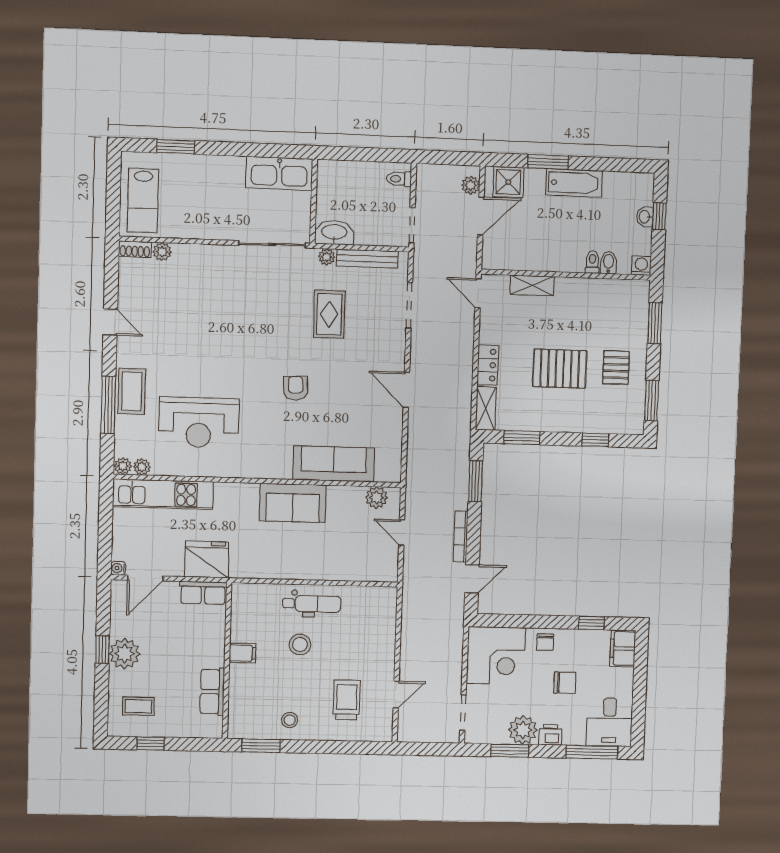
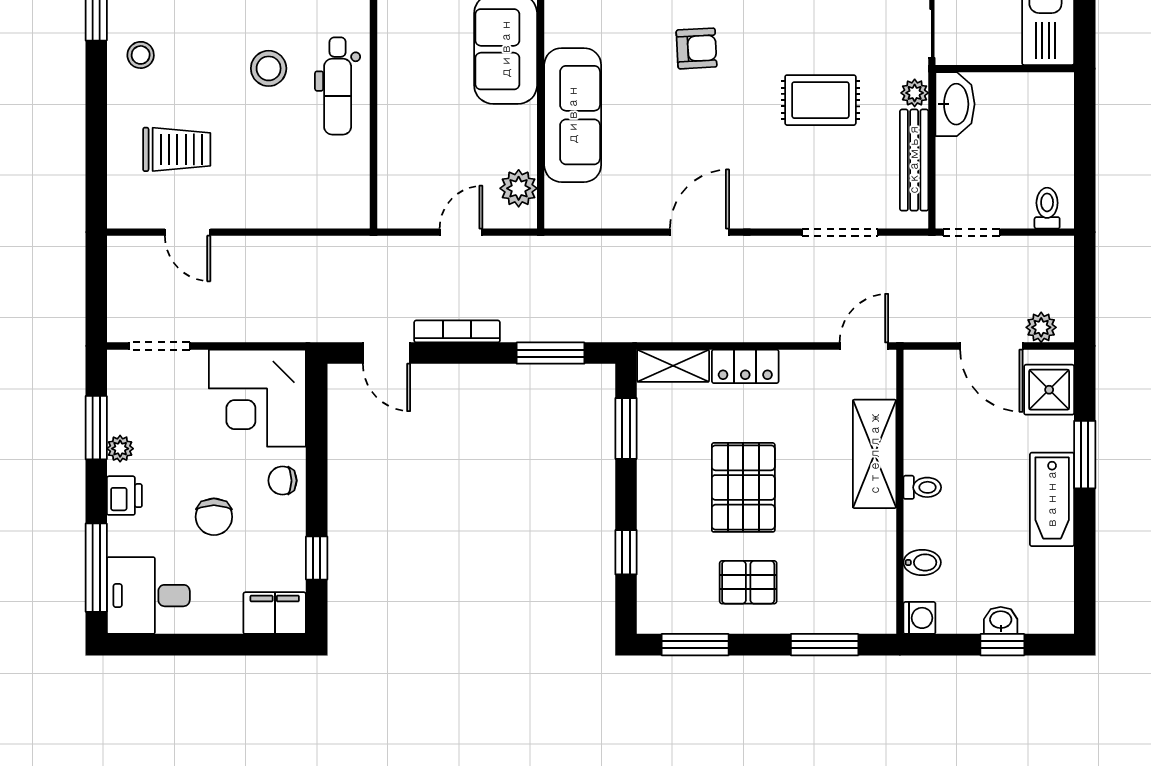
toilet: (592, 262) -> (922, 487), moved
shelving: (532, 285) -> (875, 454), width x1.50, depth x1.33
plant: (523, 730) -> (120, 449), width x0.53, depth x0.53

